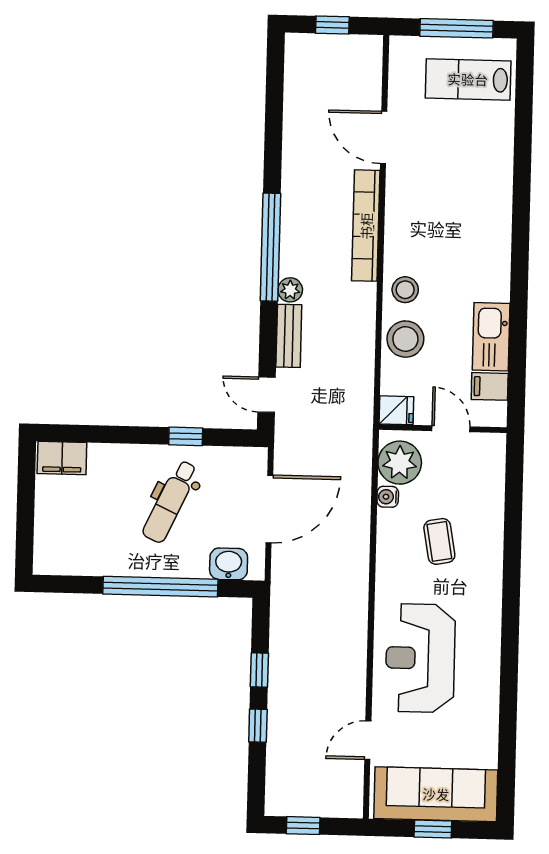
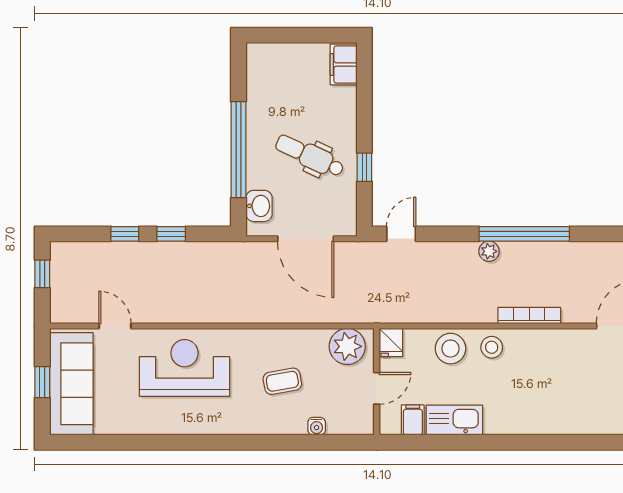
bookcase: (366, 226) -> (529, 315), width x0.68, depth x0.76
bench: (289, 336) -> (451, 251), removed
water cooler: (388, 497) -> (317, 426), moved, turned 180

